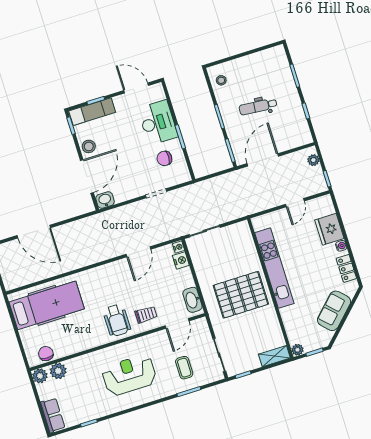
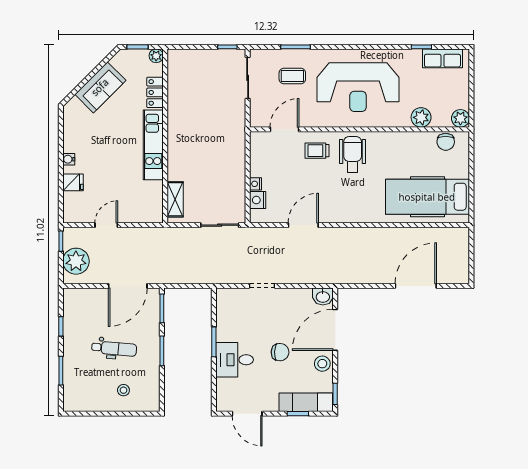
stool: (221, 80) -> (123, 390), moved
desk: (158, 123) -> (235, 360), width x0.73
chair: (164, 158) -> (280, 352), moved
plant: (313, 160) -> (76, 261), width x1.87, depth x1.87
fridge: (329, 229) -> (73, 182), width x0.53, depth x0.75
door: (34, 232) -> (416, 286), hinge flipped
nightstand: (179, 247) -> (255, 184), moved
kitchen unit: (274, 268) -> (153, 145), width x0.73
locker: (346, 268) -> (155, 92), moved, turned 180
pallet: (241, 295) -> (201, 139), removed
washbasin: (192, 300) -> (258, 151), removed
shelving: (274, 356) -> (175, 199), moved, turned 90
coffee table: (184, 368) -> (292, 76), turned 90
plant: (58, 371) -> (421, 117), moved
reception desk: (129, 375) -> (358, 87), width x1.36, depth x1.30
row of seats: (53, 415) -> (442, 58), moved, turned -90

